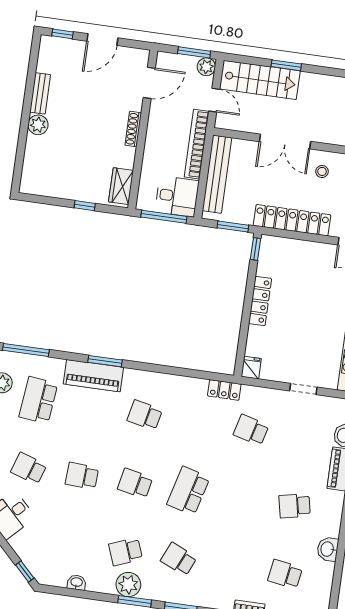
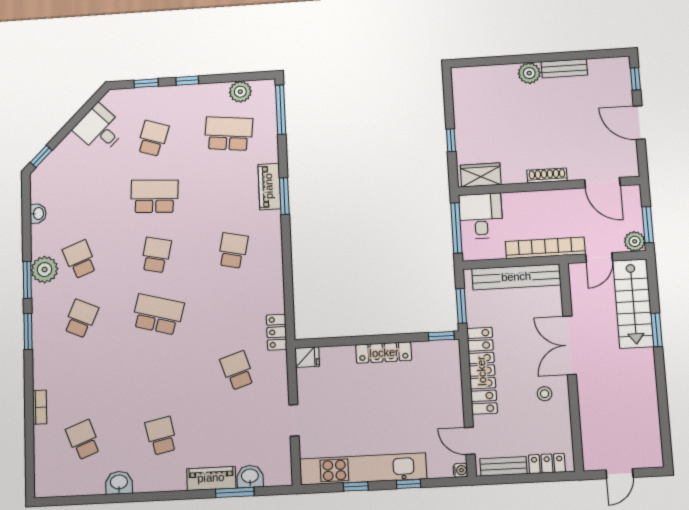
desk: (177, 196) -> (481, 216), moved, turned 180
piano: (93, 376) -> (269, 186), width x0.73, depth x0.75
school desk: (251, 430) -> (237, 371), turned -33
school desk: (82, 476) -> (154, 196), width x1.85
school desk: (285, 574) -> (83, 440), turned -30

